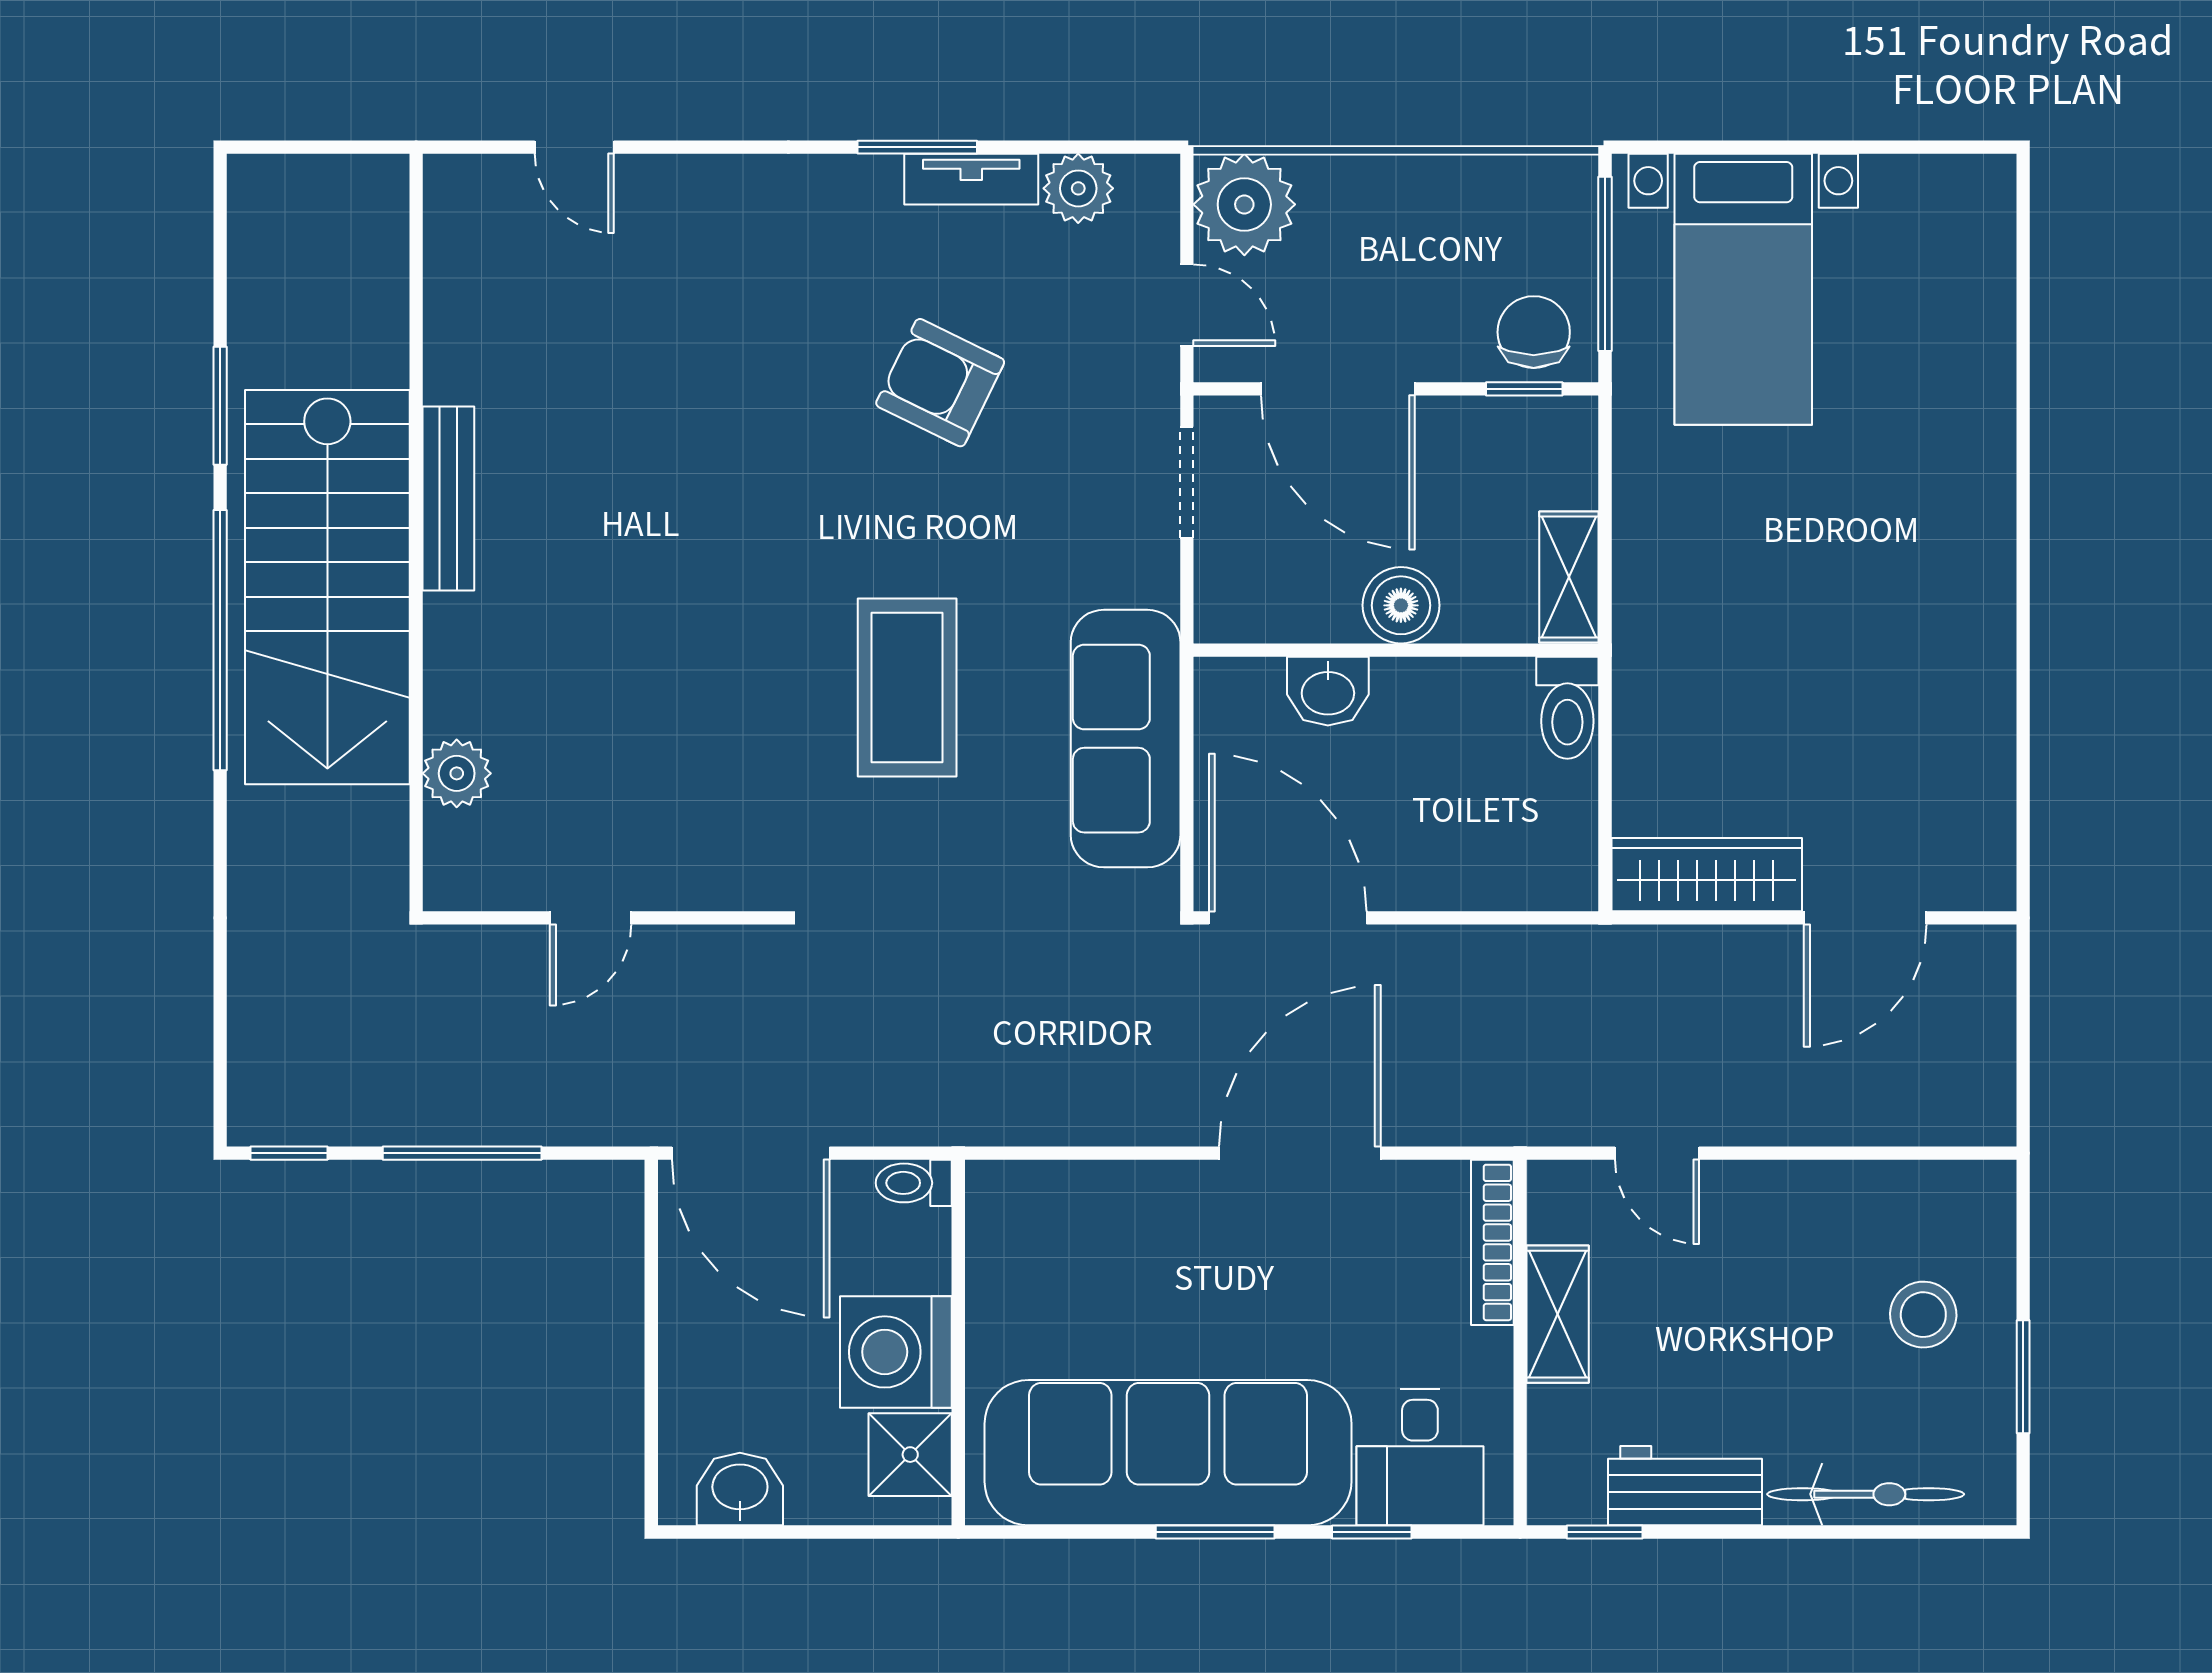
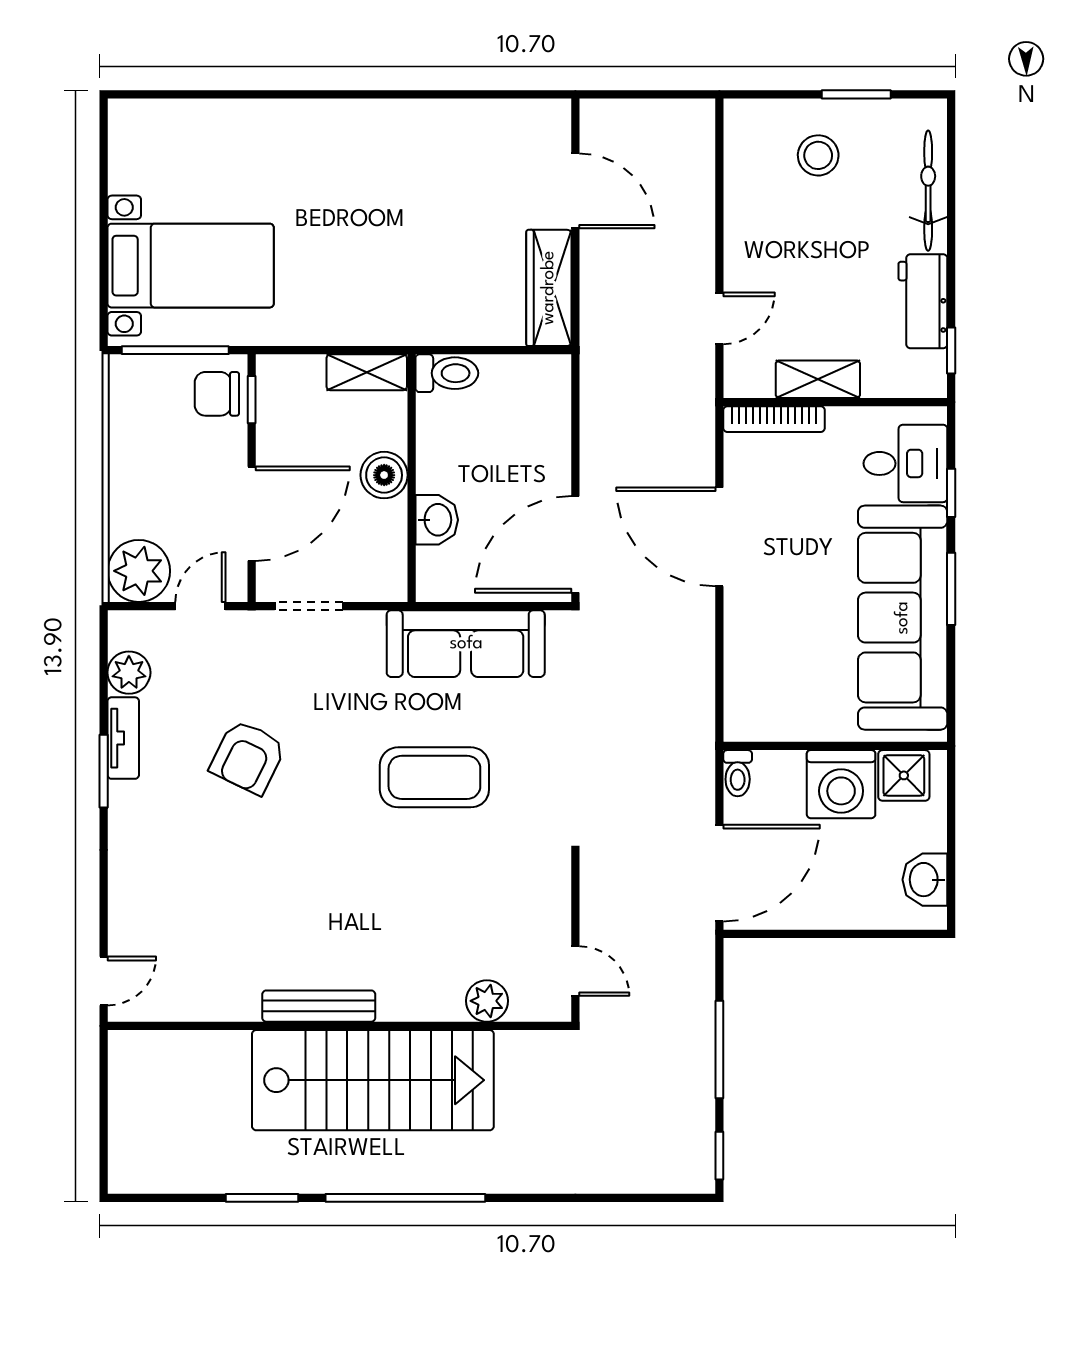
bench: (448, 499) -> (319, 1006), moved
wall: (416, 533) -> (340, 1026), moved
stairs: (327, 587) -> (373, 1080), moved
plant: (457, 773) -> (487, 1001), moved

